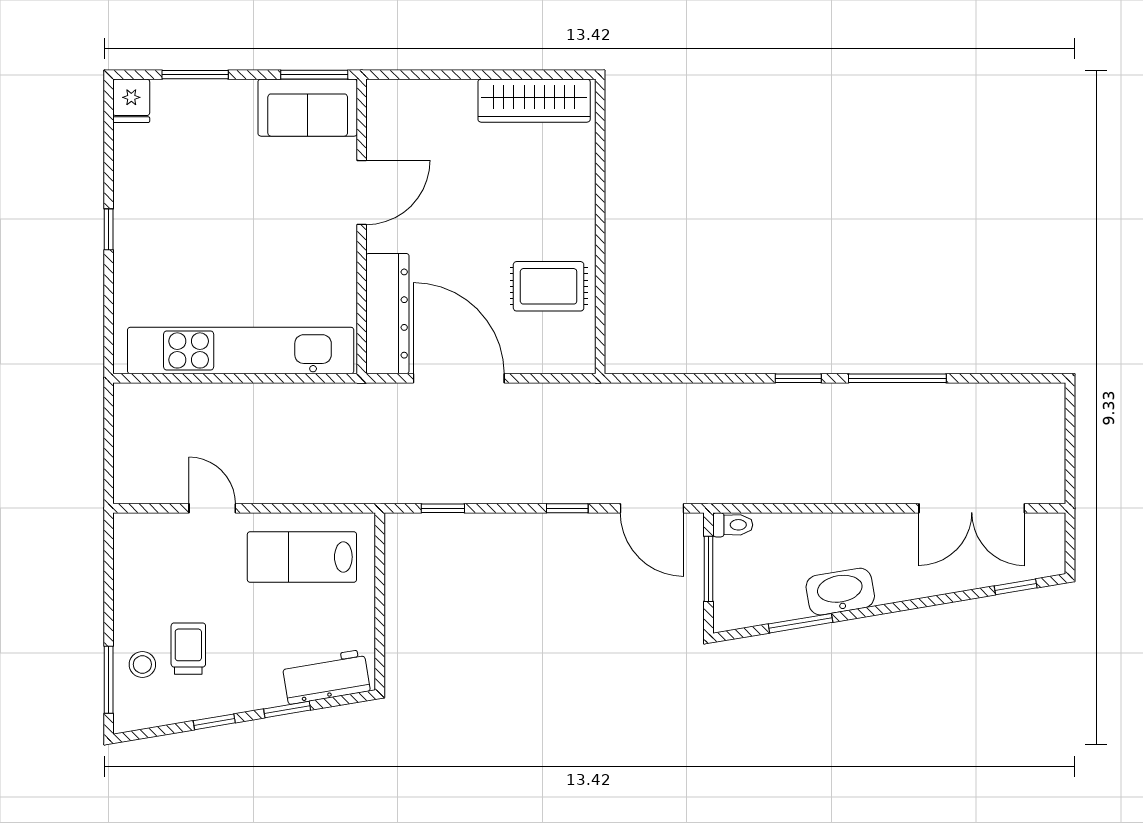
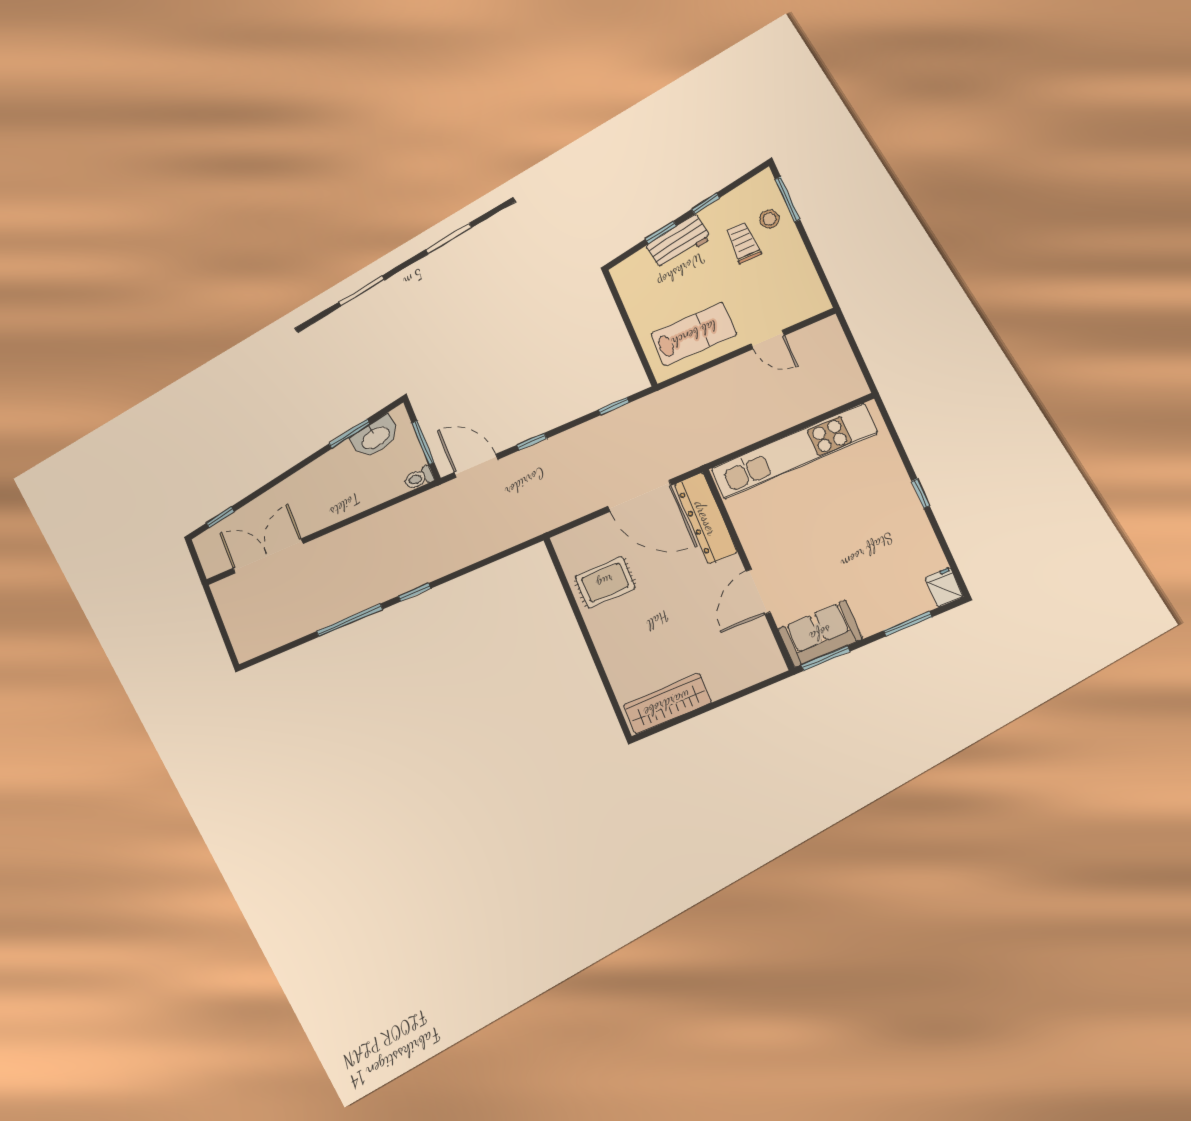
washbasin: (840, 592) -> (375, 437), moved
trolley: (188, 649) -> (743, 242), turned 180
workbench: (326, 677) -> (679, 242), moved

